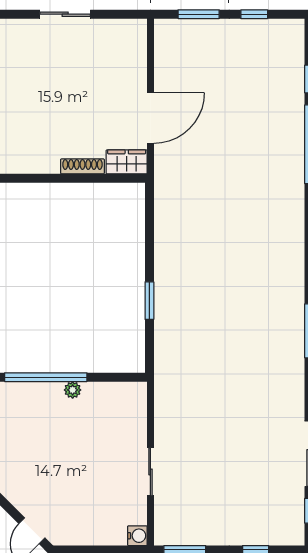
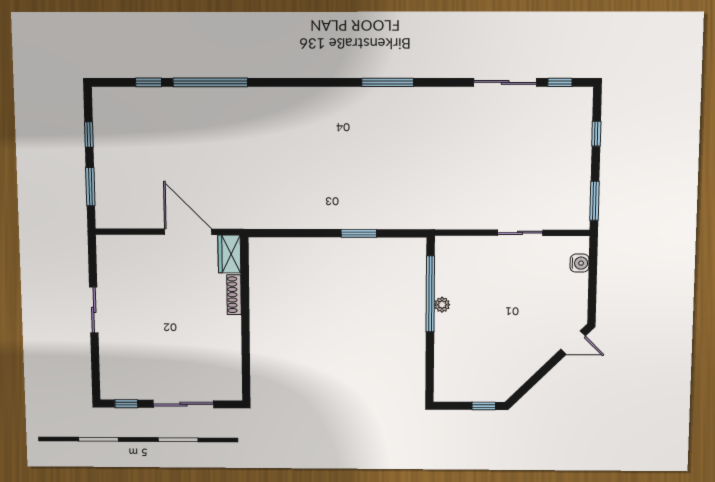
window: (46, 377) -> (430, 294), moved
water cooler: (137, 536) -> (580, 263), moved, turned 90

